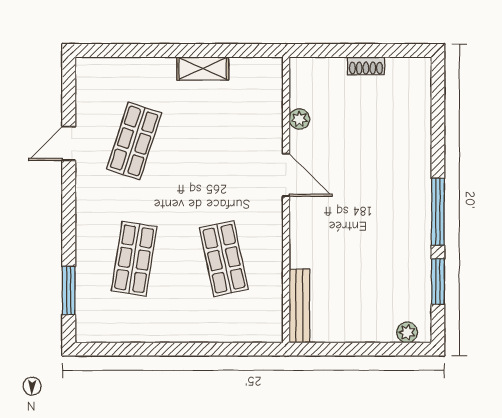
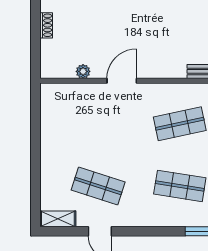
shelving: (203, 68) -> (58, 219), moved, turned 90

